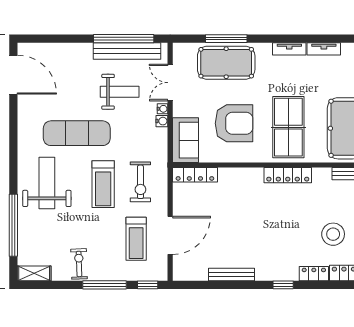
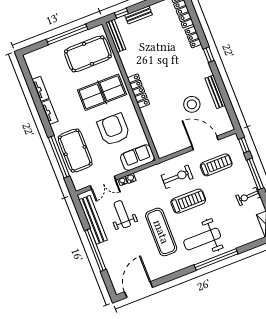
window: (124, 39) -> (95, 250), moved
window: (226, 39) -> (59, 157), width x1.46
locker: (195, 175) -> (158, 142), removed
locker: (288, 175) -> (138, 91), moved
window: (13, 225) -> (216, 259), moved
stool: (333, 234) -> (192, 104), moved

